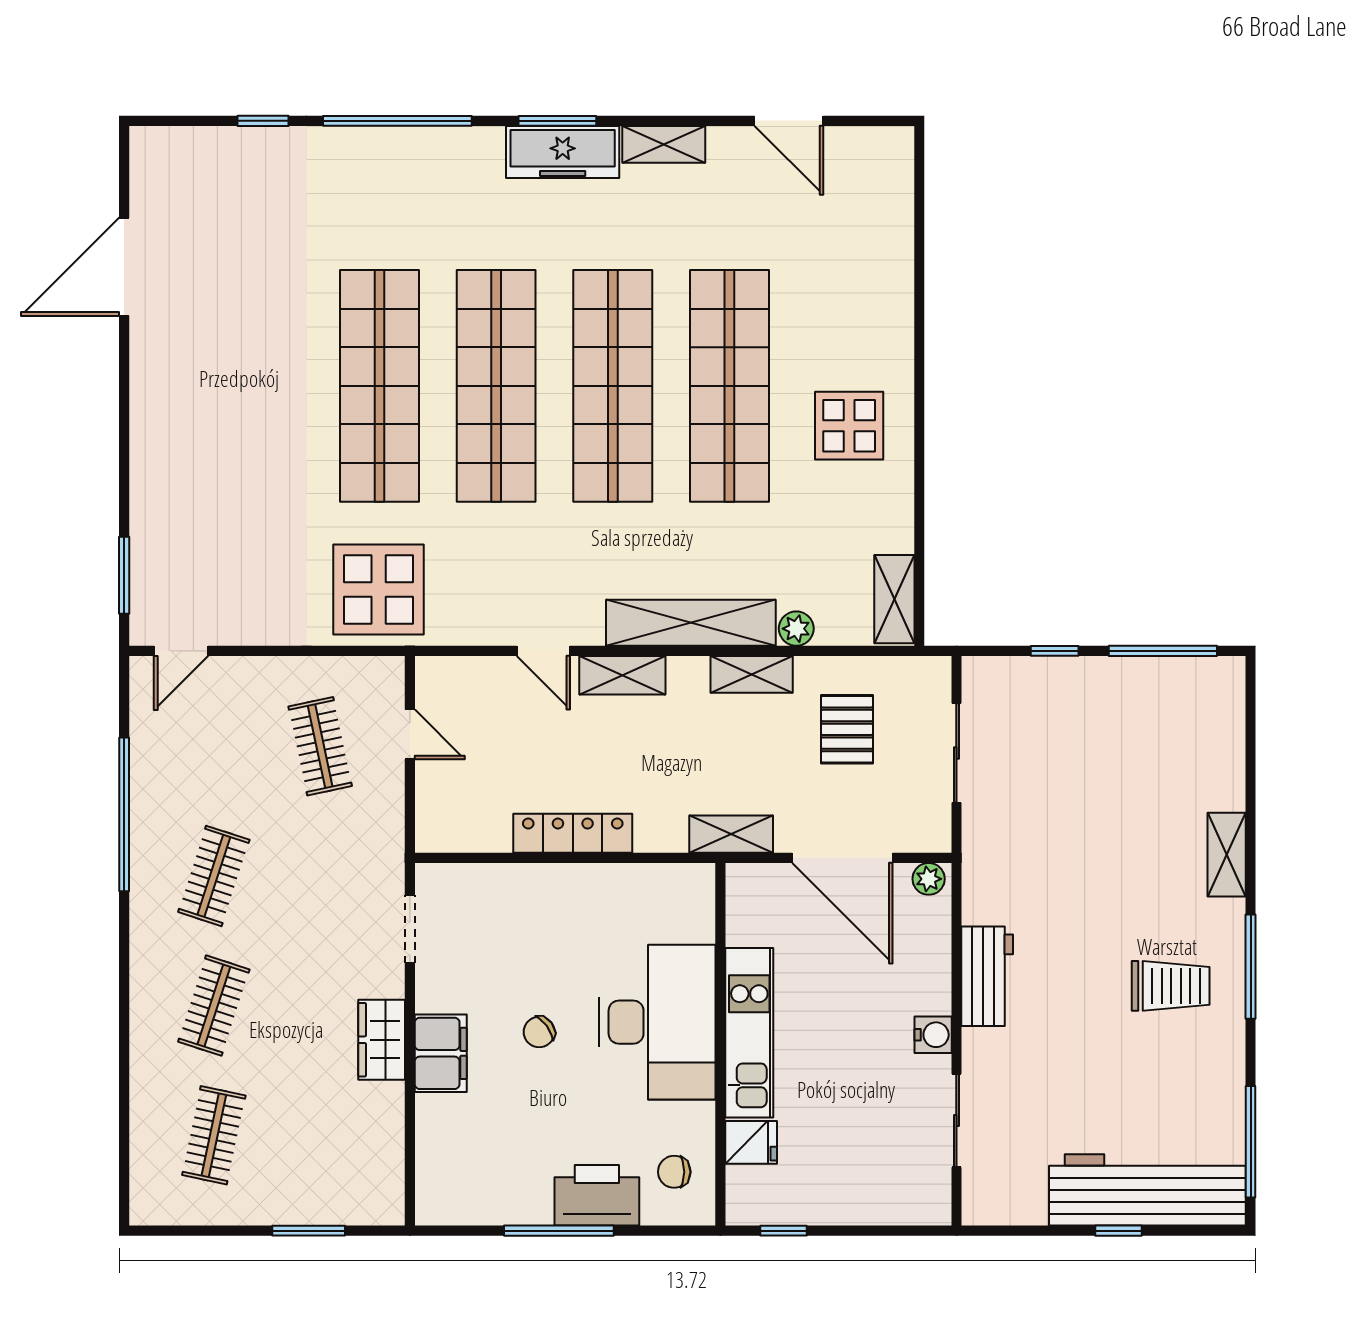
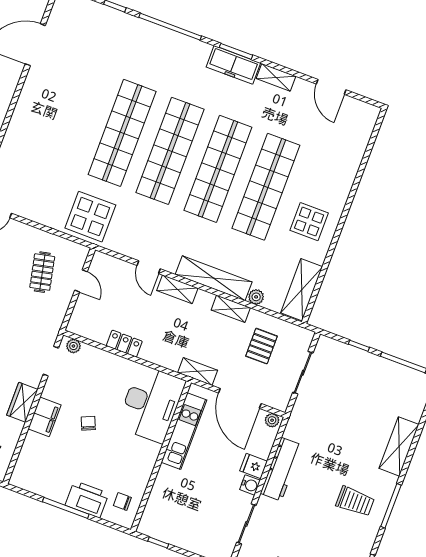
shelving: (894, 599) -> (302, 290), width x1.50, depth x1.33
locker: (573, 833) -> (124, 344), width x0.66
shelving: (1227, 855) -> (399, 446), width x1.50, depth x1.33
plant: (446, 879) -> (73, 346), added
workbench: (987, 976) -> (281, 469), width x1.38
desk: (657, 1022) -> (151, 404), moved
chair: (539, 1032) -> (88, 423), turned 103
kitchen unit: (749, 1033) -> (184, 431), moved
fridge: (751, 1142) -> (254, 466), moved, turned 180

